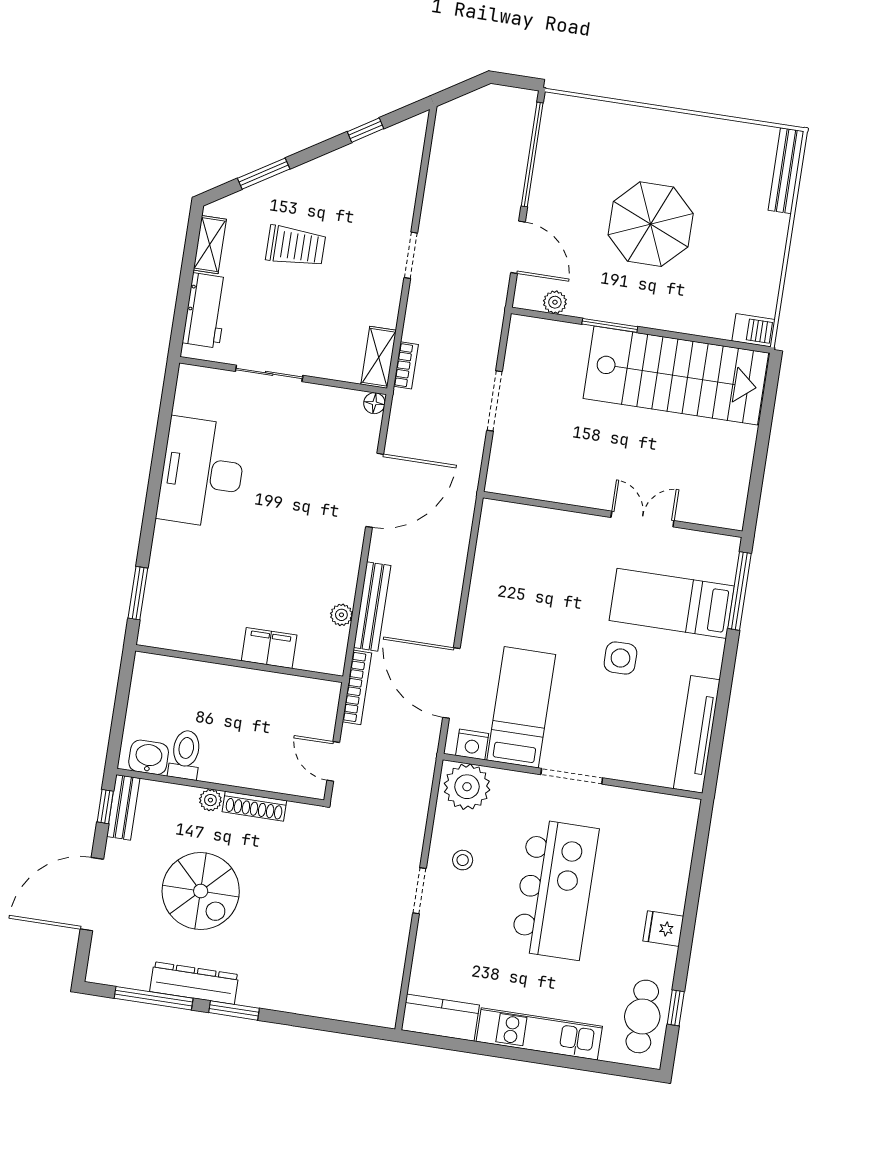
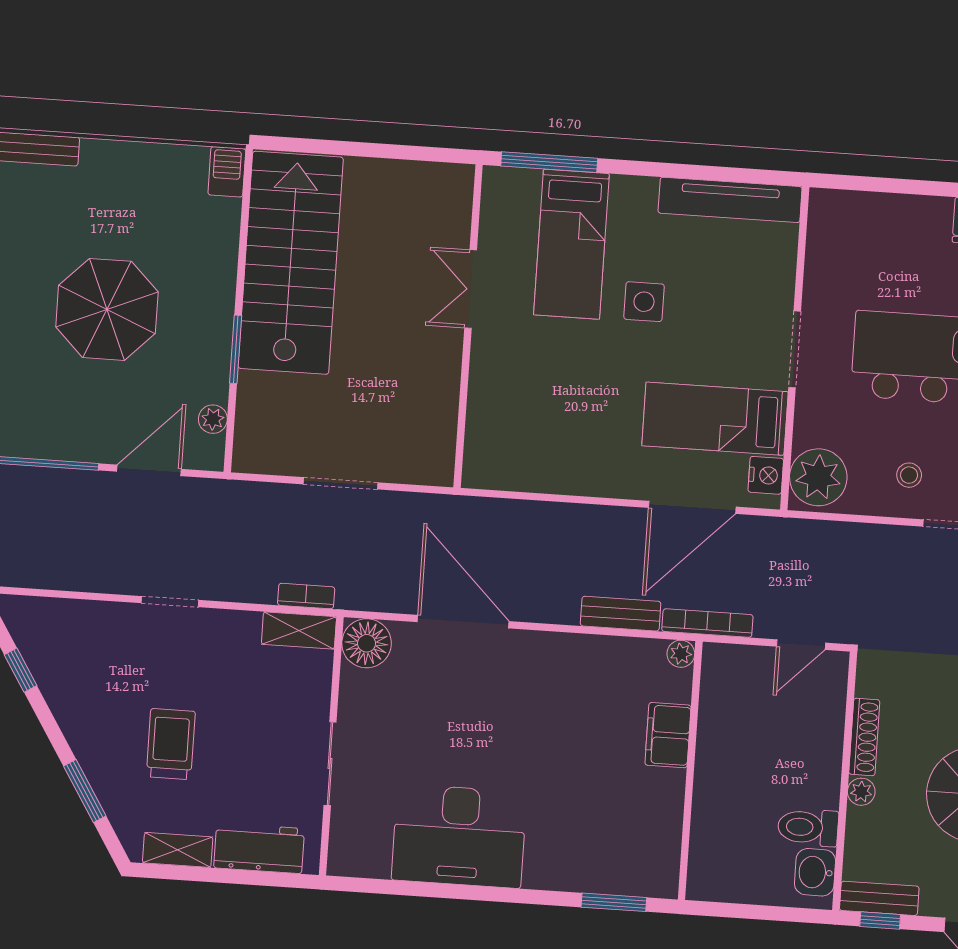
floor lamp: (374, 403) -> (367, 643), width x1.89, depth x1.89
bench: (372, 607) -> (621, 614), width x0.73
plant: (341, 615) -> (681, 654), moved

